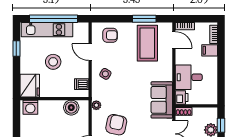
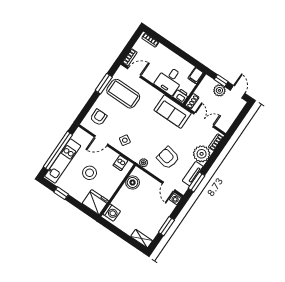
filing cabinet: (210, 50) -> (196, 76), moved

